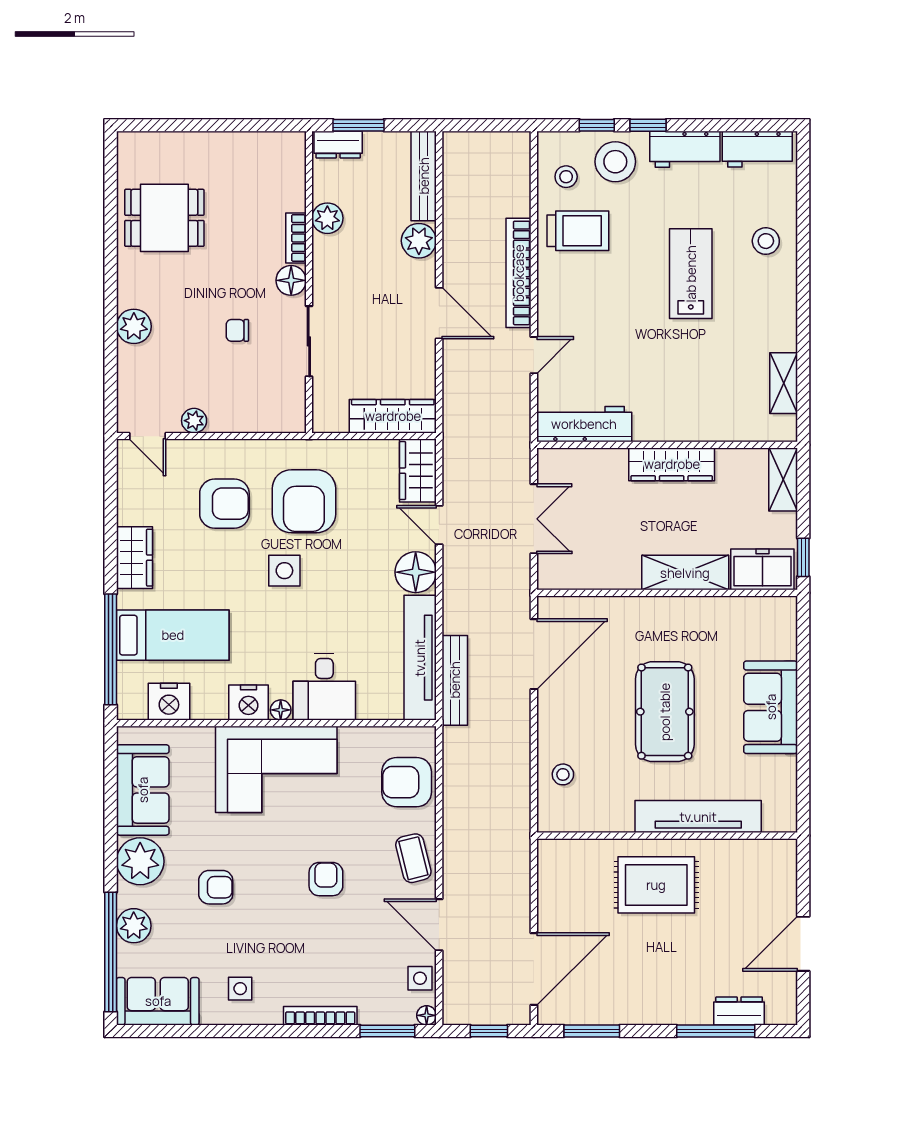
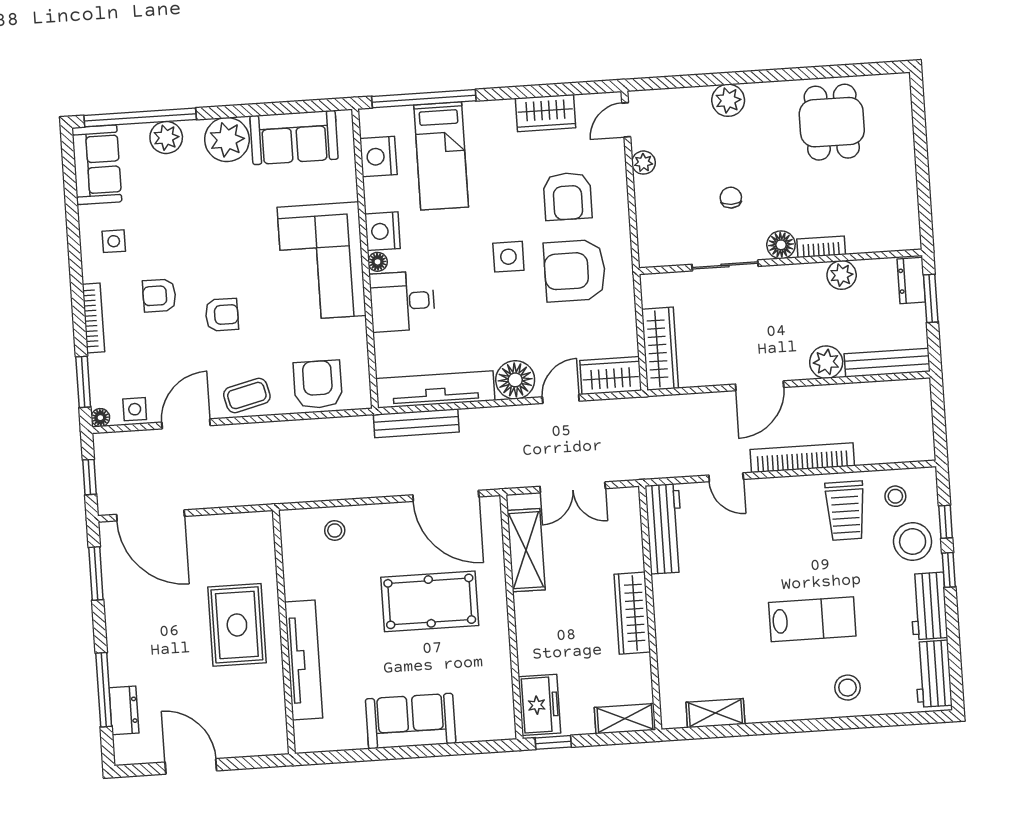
wardrobe: (135, 558) -> (545, 113), moved
shelving: (685, 573) -> (526, 550), moved
pool table: (665, 712) -> (430, 601), moved
armchair: (216, 887) -> (159, 296), moved, turned 90

